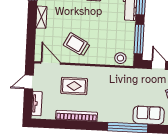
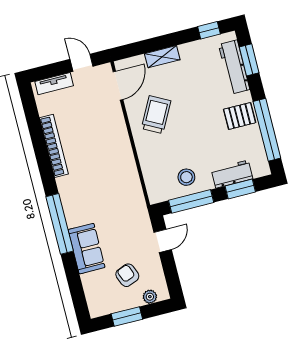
shelving: (41, 17) -> (162, 57), moved
stool: (120, 58) -> (186, 177), moved
rug: (74, 86) -> (95, 129), removed

